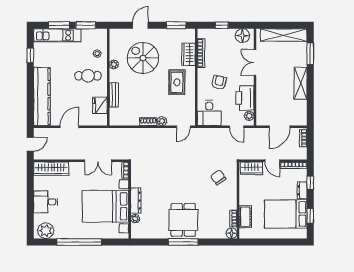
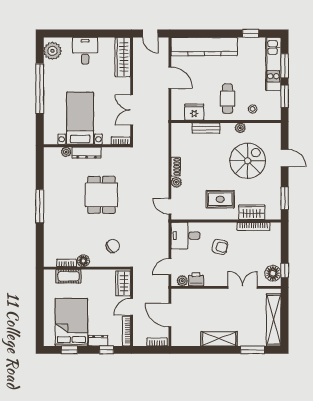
window: (222, 25) -> (285, 270), moved
printer: (245, 98) -> (196, 279), width x0.53, depth x0.68
bed with nightstands: (105, 206) -> (80, 118), width x0.73
dining table: (183, 220) -> (101, 195), moved, turned 90
floor lamp: (232, 233) -> (83, 261), moved

